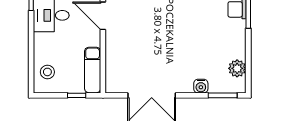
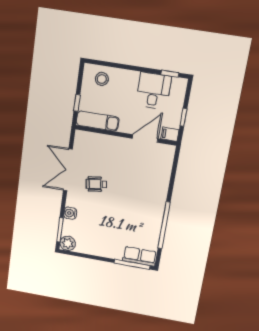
wheelchair: (162, 61) -> (96, 184), added
plant: (237, 68) -> (68, 243), moved

